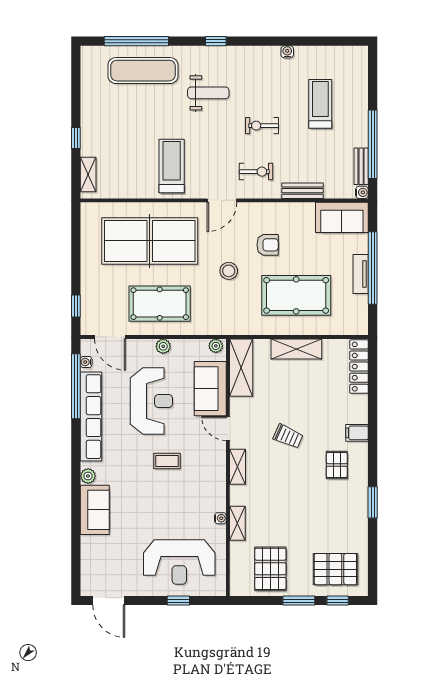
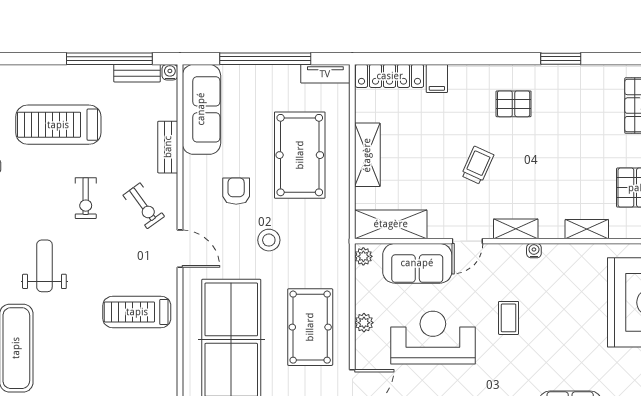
treadmill: (320, 104) -> (58, 125), width x1.37, depth x1.38
exercise bike: (256, 172) -> (144, 206), turned 144
sofa: (342, 217) -> (201, 109), width x1.36
tv unit: (361, 274) -> (325, 74), moved
filing cabinet: (357, 433) -> (437, 78), moved
water cooler: (220, 518) -> (534, 251), moved

